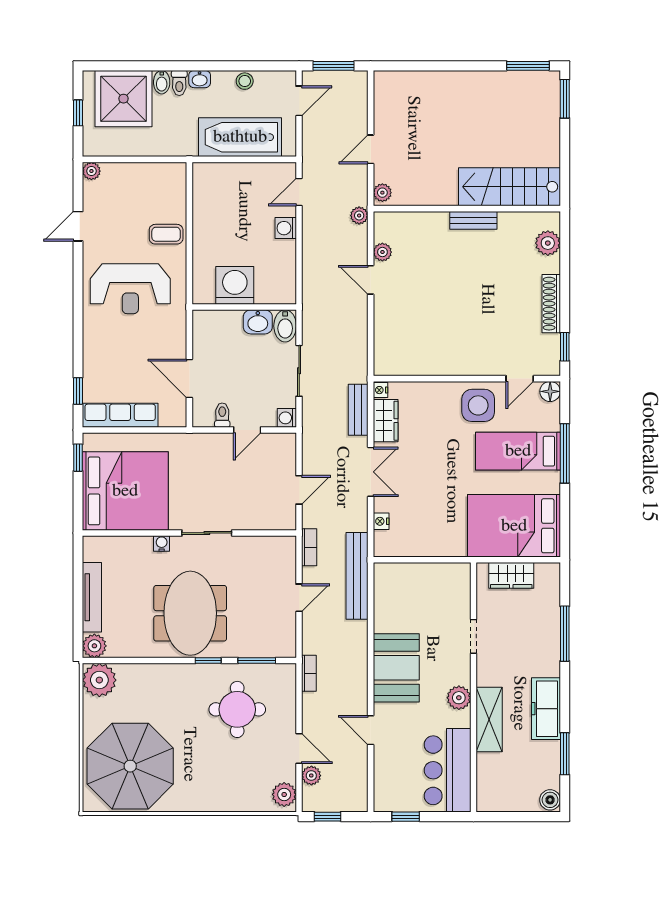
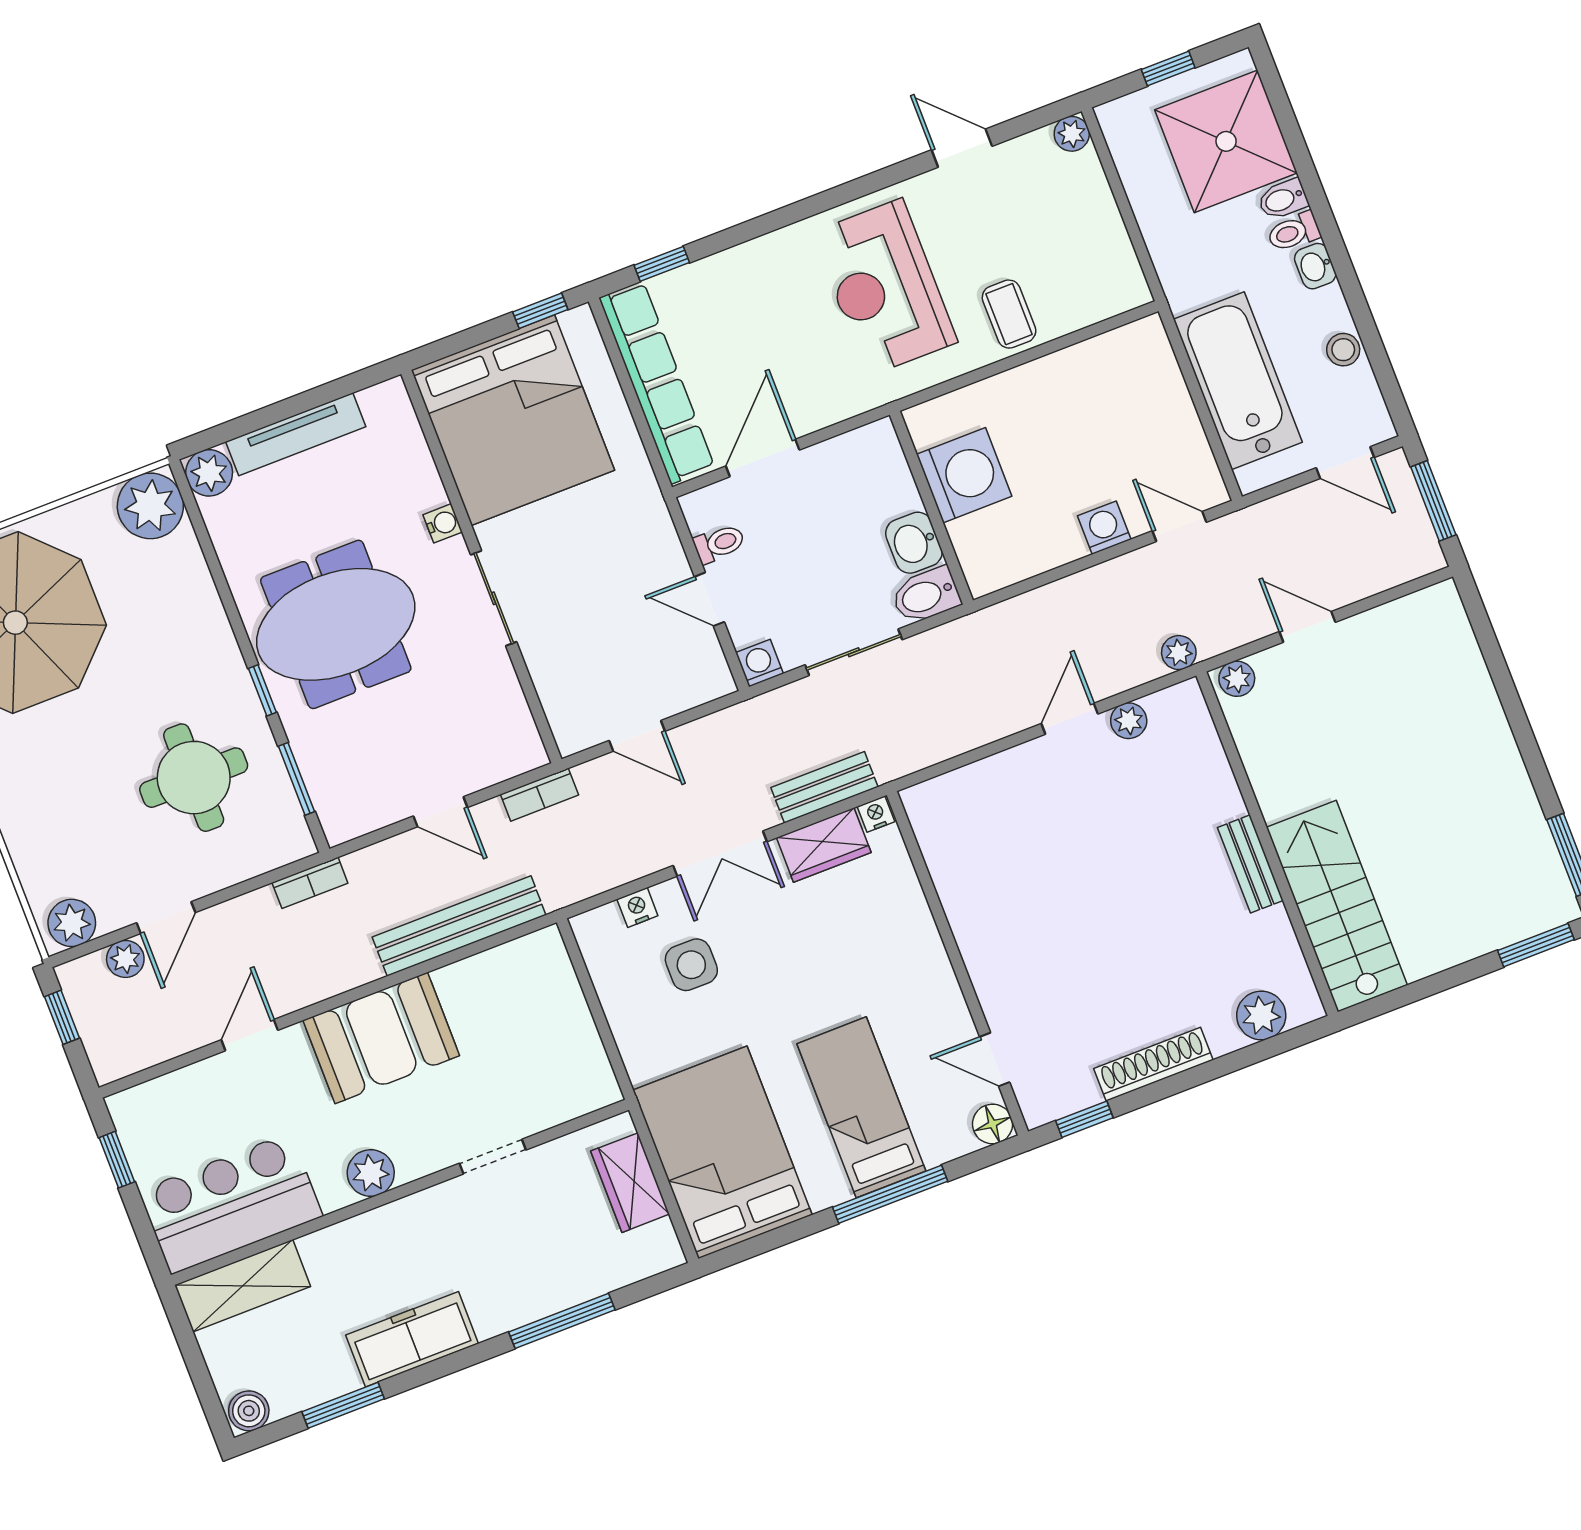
side table: (478, 405) -> (691, 965), moved, width x0.73, depth x0.73
row of seats: (120, 415) -> (657, 383), width x1.36
bench: (357, 576) -> (459, 926), moved
shelving: (489, 720) -> (243, 1286), moved

